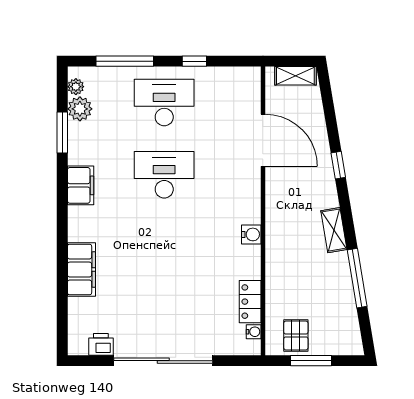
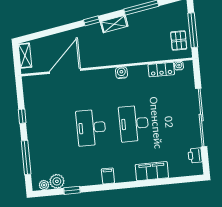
desk: (164, 103) -> (134, 124), moved
window: (62, 133) -> (72, 190), width x0.67
window: (338, 165) -> (92, 21), moved
filing cabinet: (81, 185) -> (108, 176), width x0.50
pallet: (296, 335) -> (179, 41), turned 90
window: (311, 361) -> (193, 30), width x1.44

